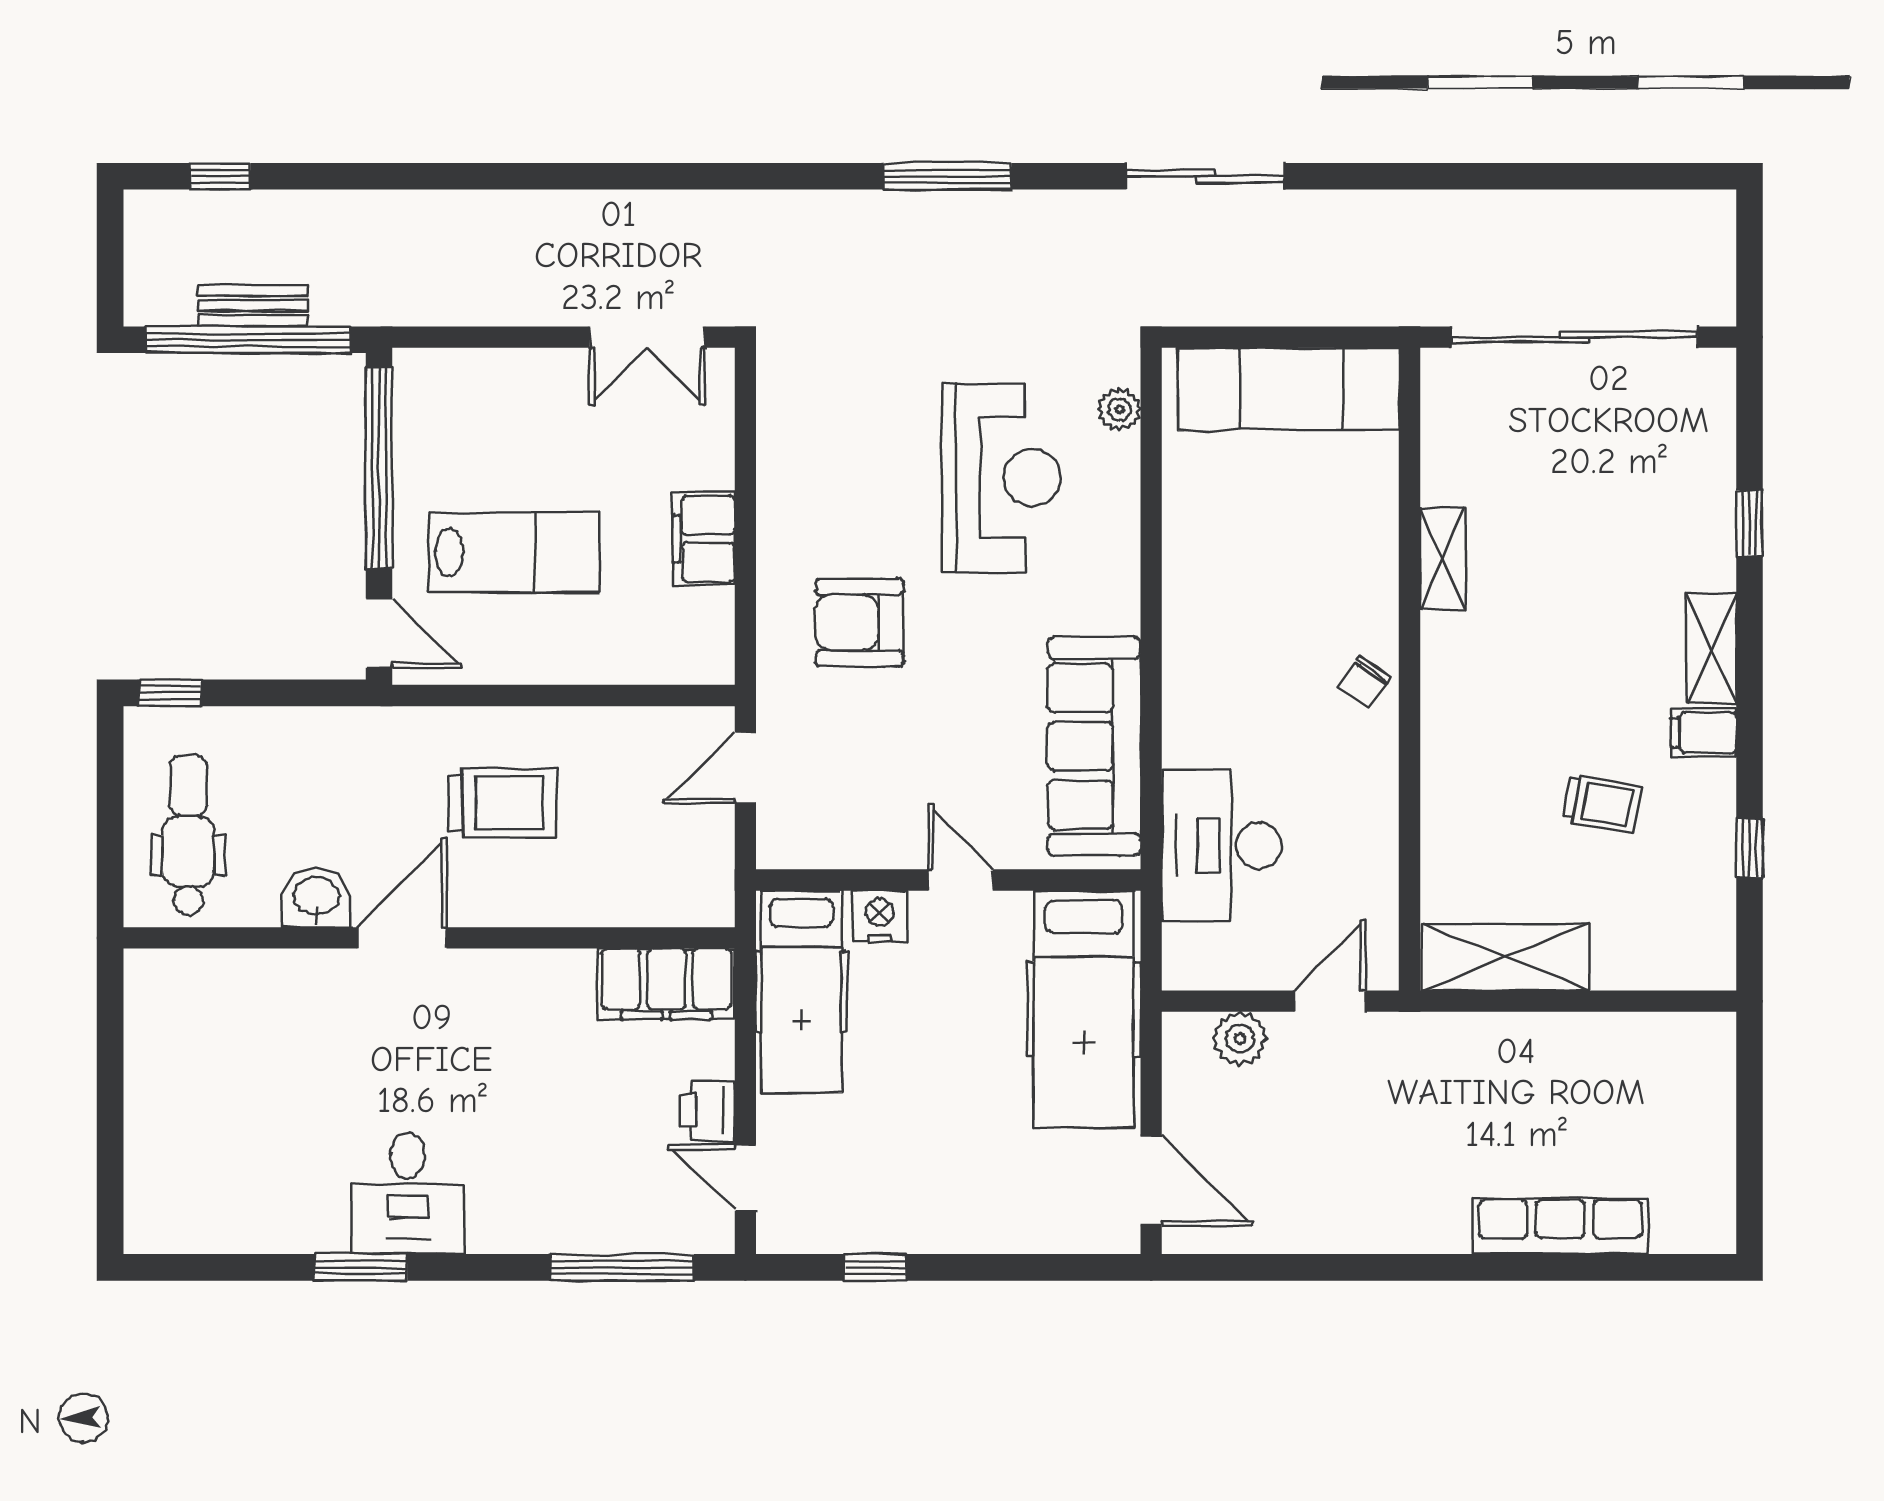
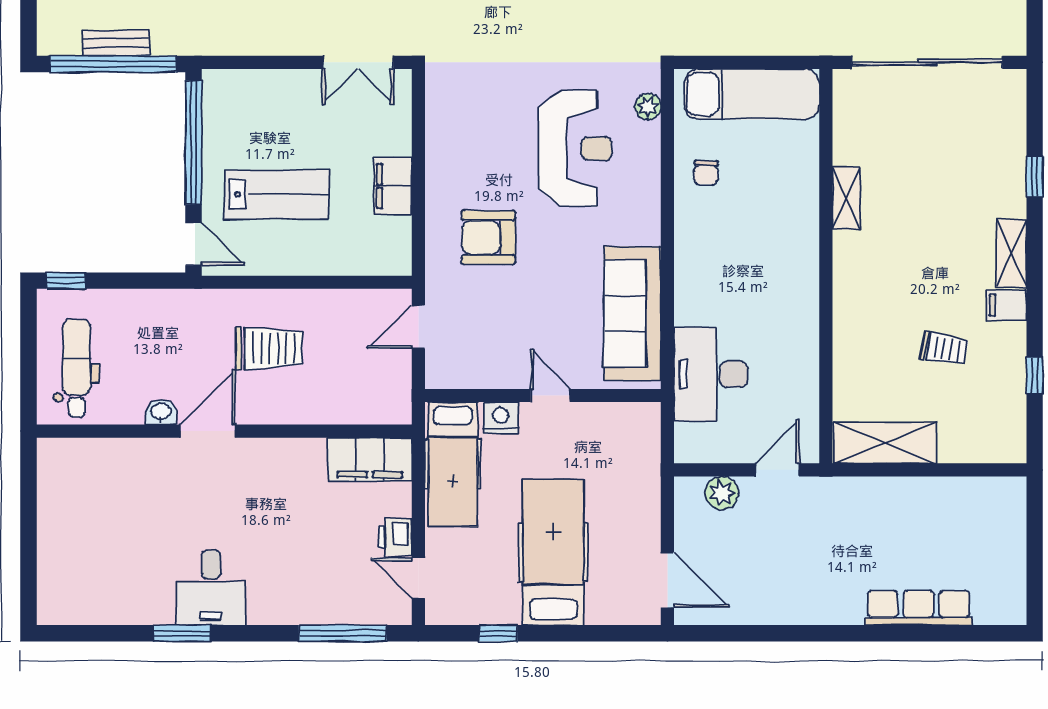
chair: (1364, 682) -> (706, 173), moved, turned -34
washbasin: (316, 898) -> (161, 412), width x0.72, depth x0.69
hospital bed: (1084, 1009) -> (553, 552), moved, turned 180

